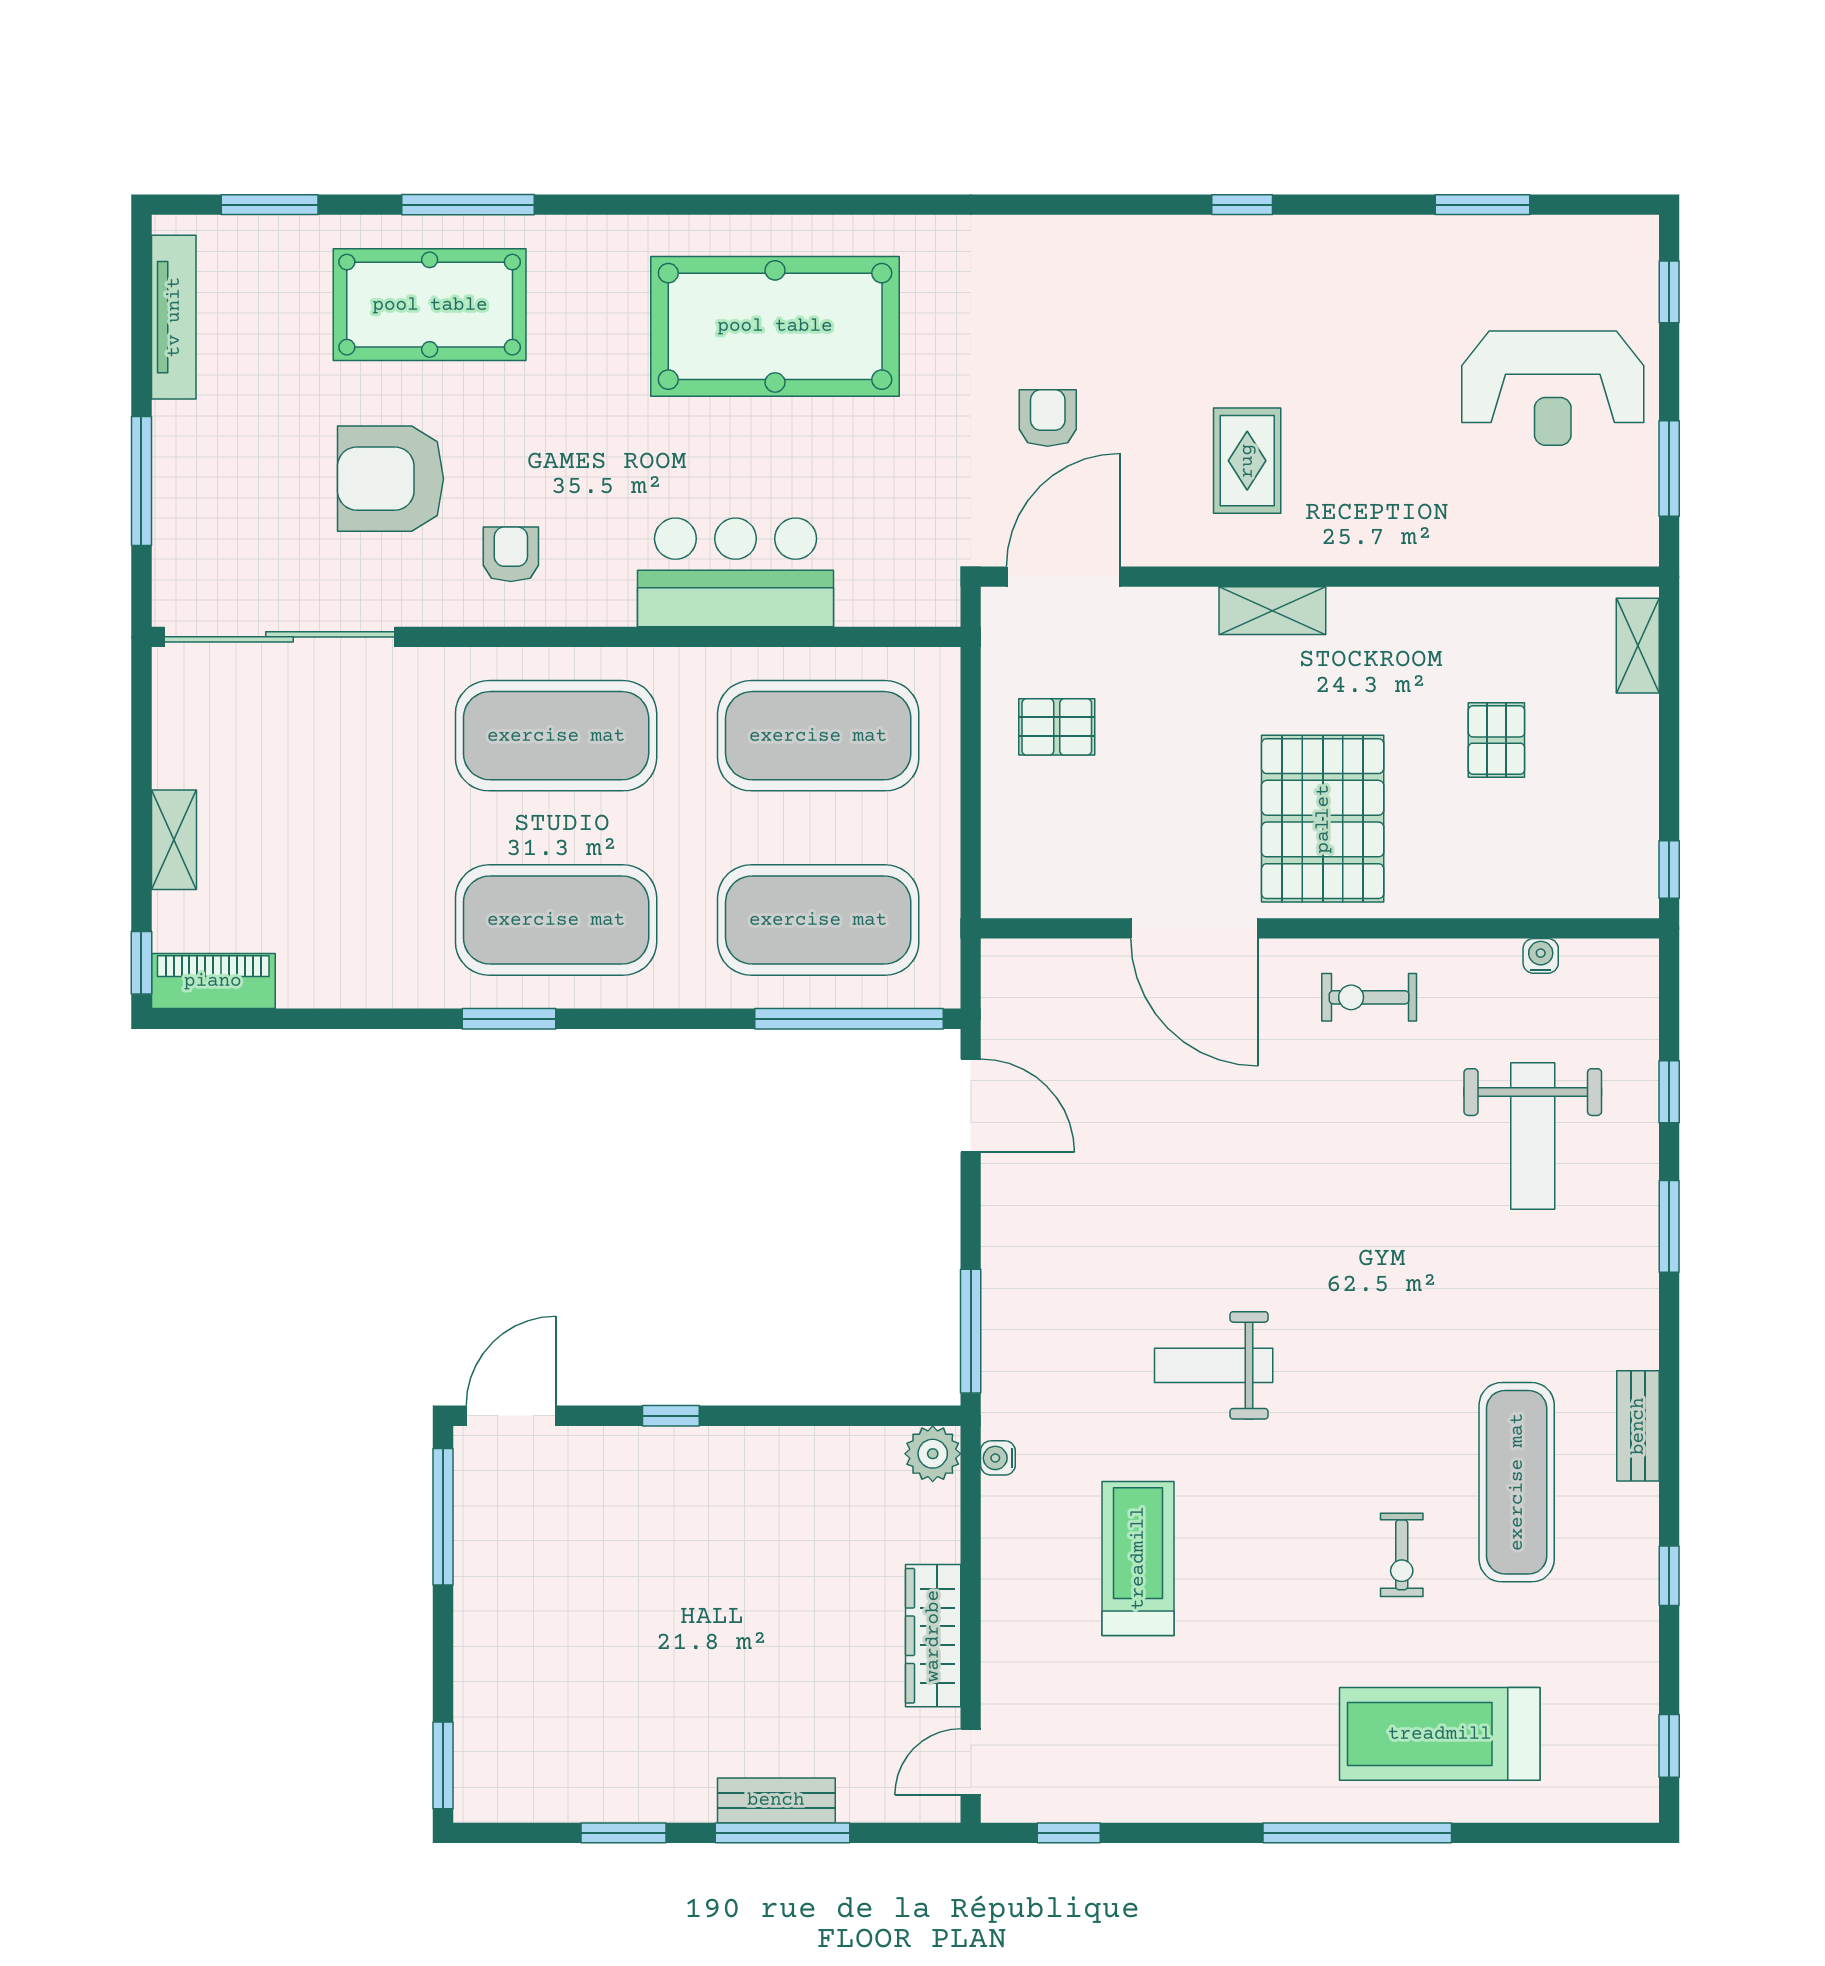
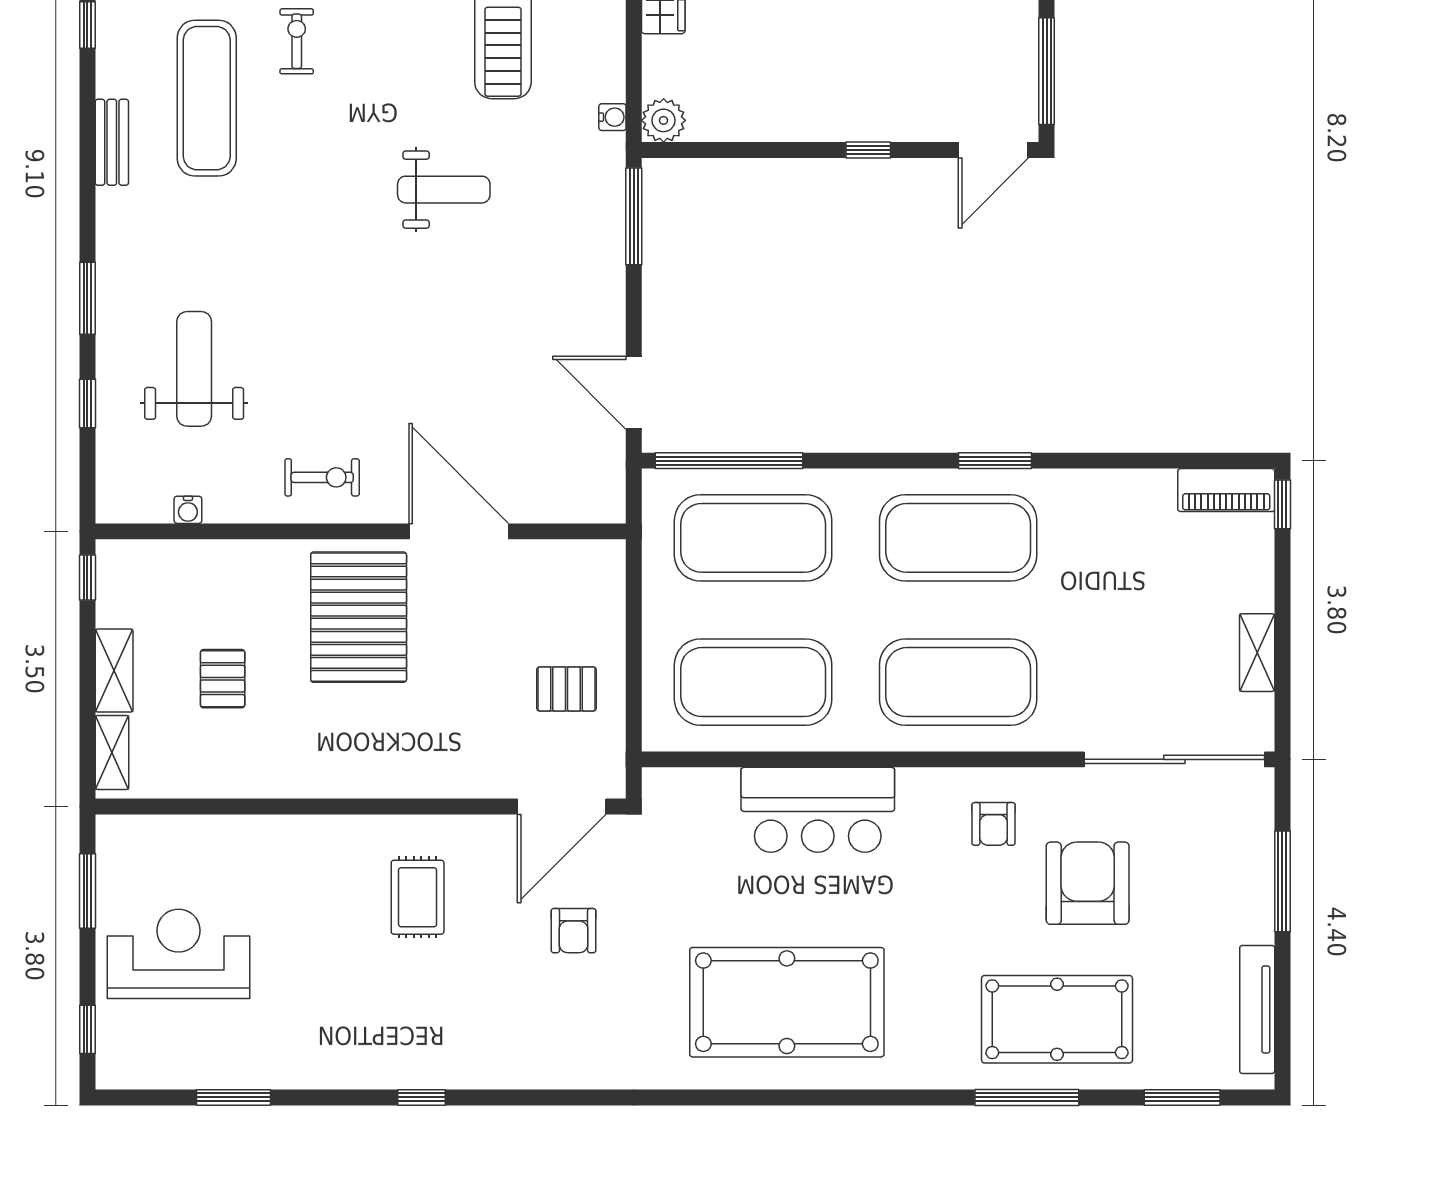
armchair: (391, 479) -> (1088, 883), turned -90
shelving: (1272, 611) -> (114, 671), moved, turned 90
shelving: (174, 840) -> (1257, 653), moved

